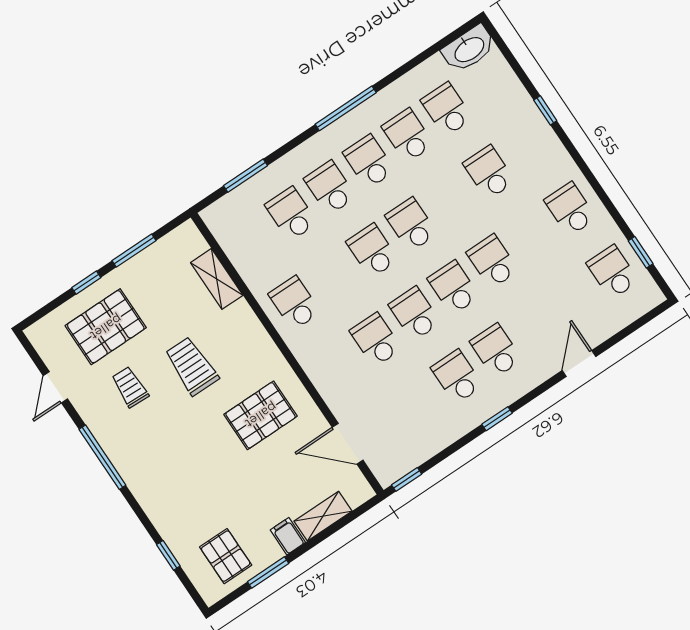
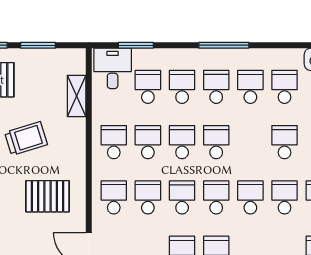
desk: (237, 220) -> (113, 68), added
school desk: (531, 235) -> (285, 197), added
school desk: (333, 277) -> (148, 142), added
trolley: (192, 366) -> (26, 139), turned 73
school desk: (337, 366) -> (114, 197), added

